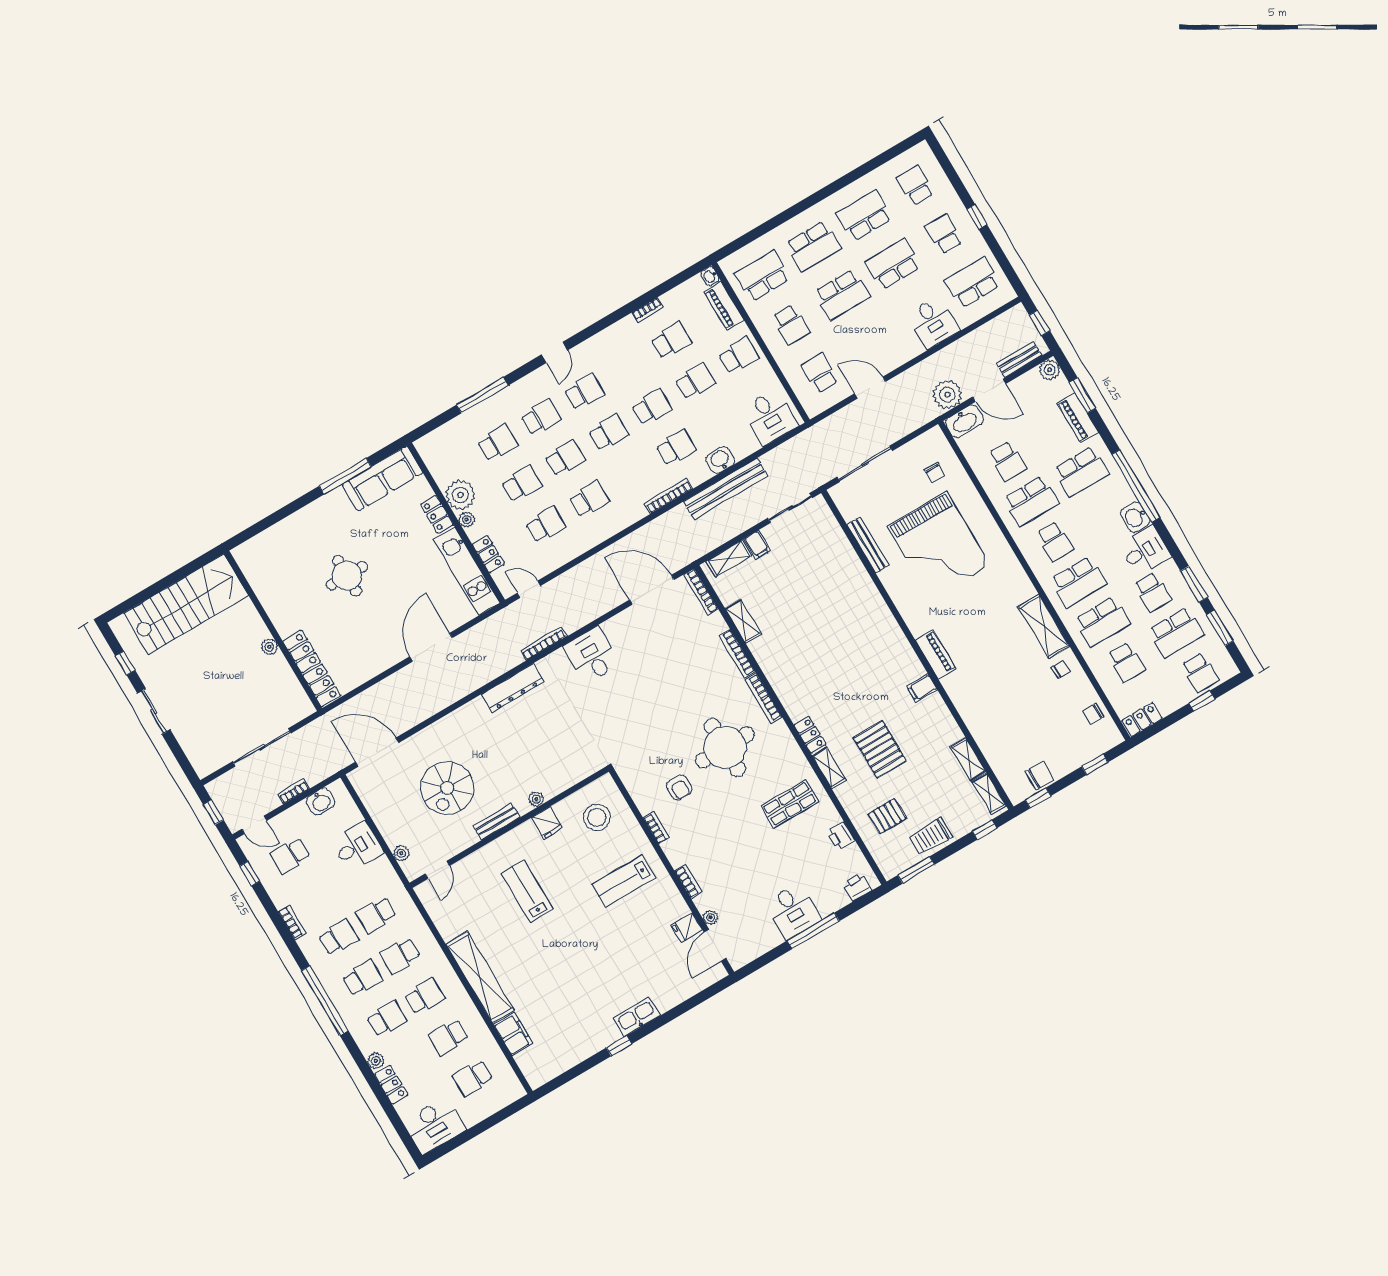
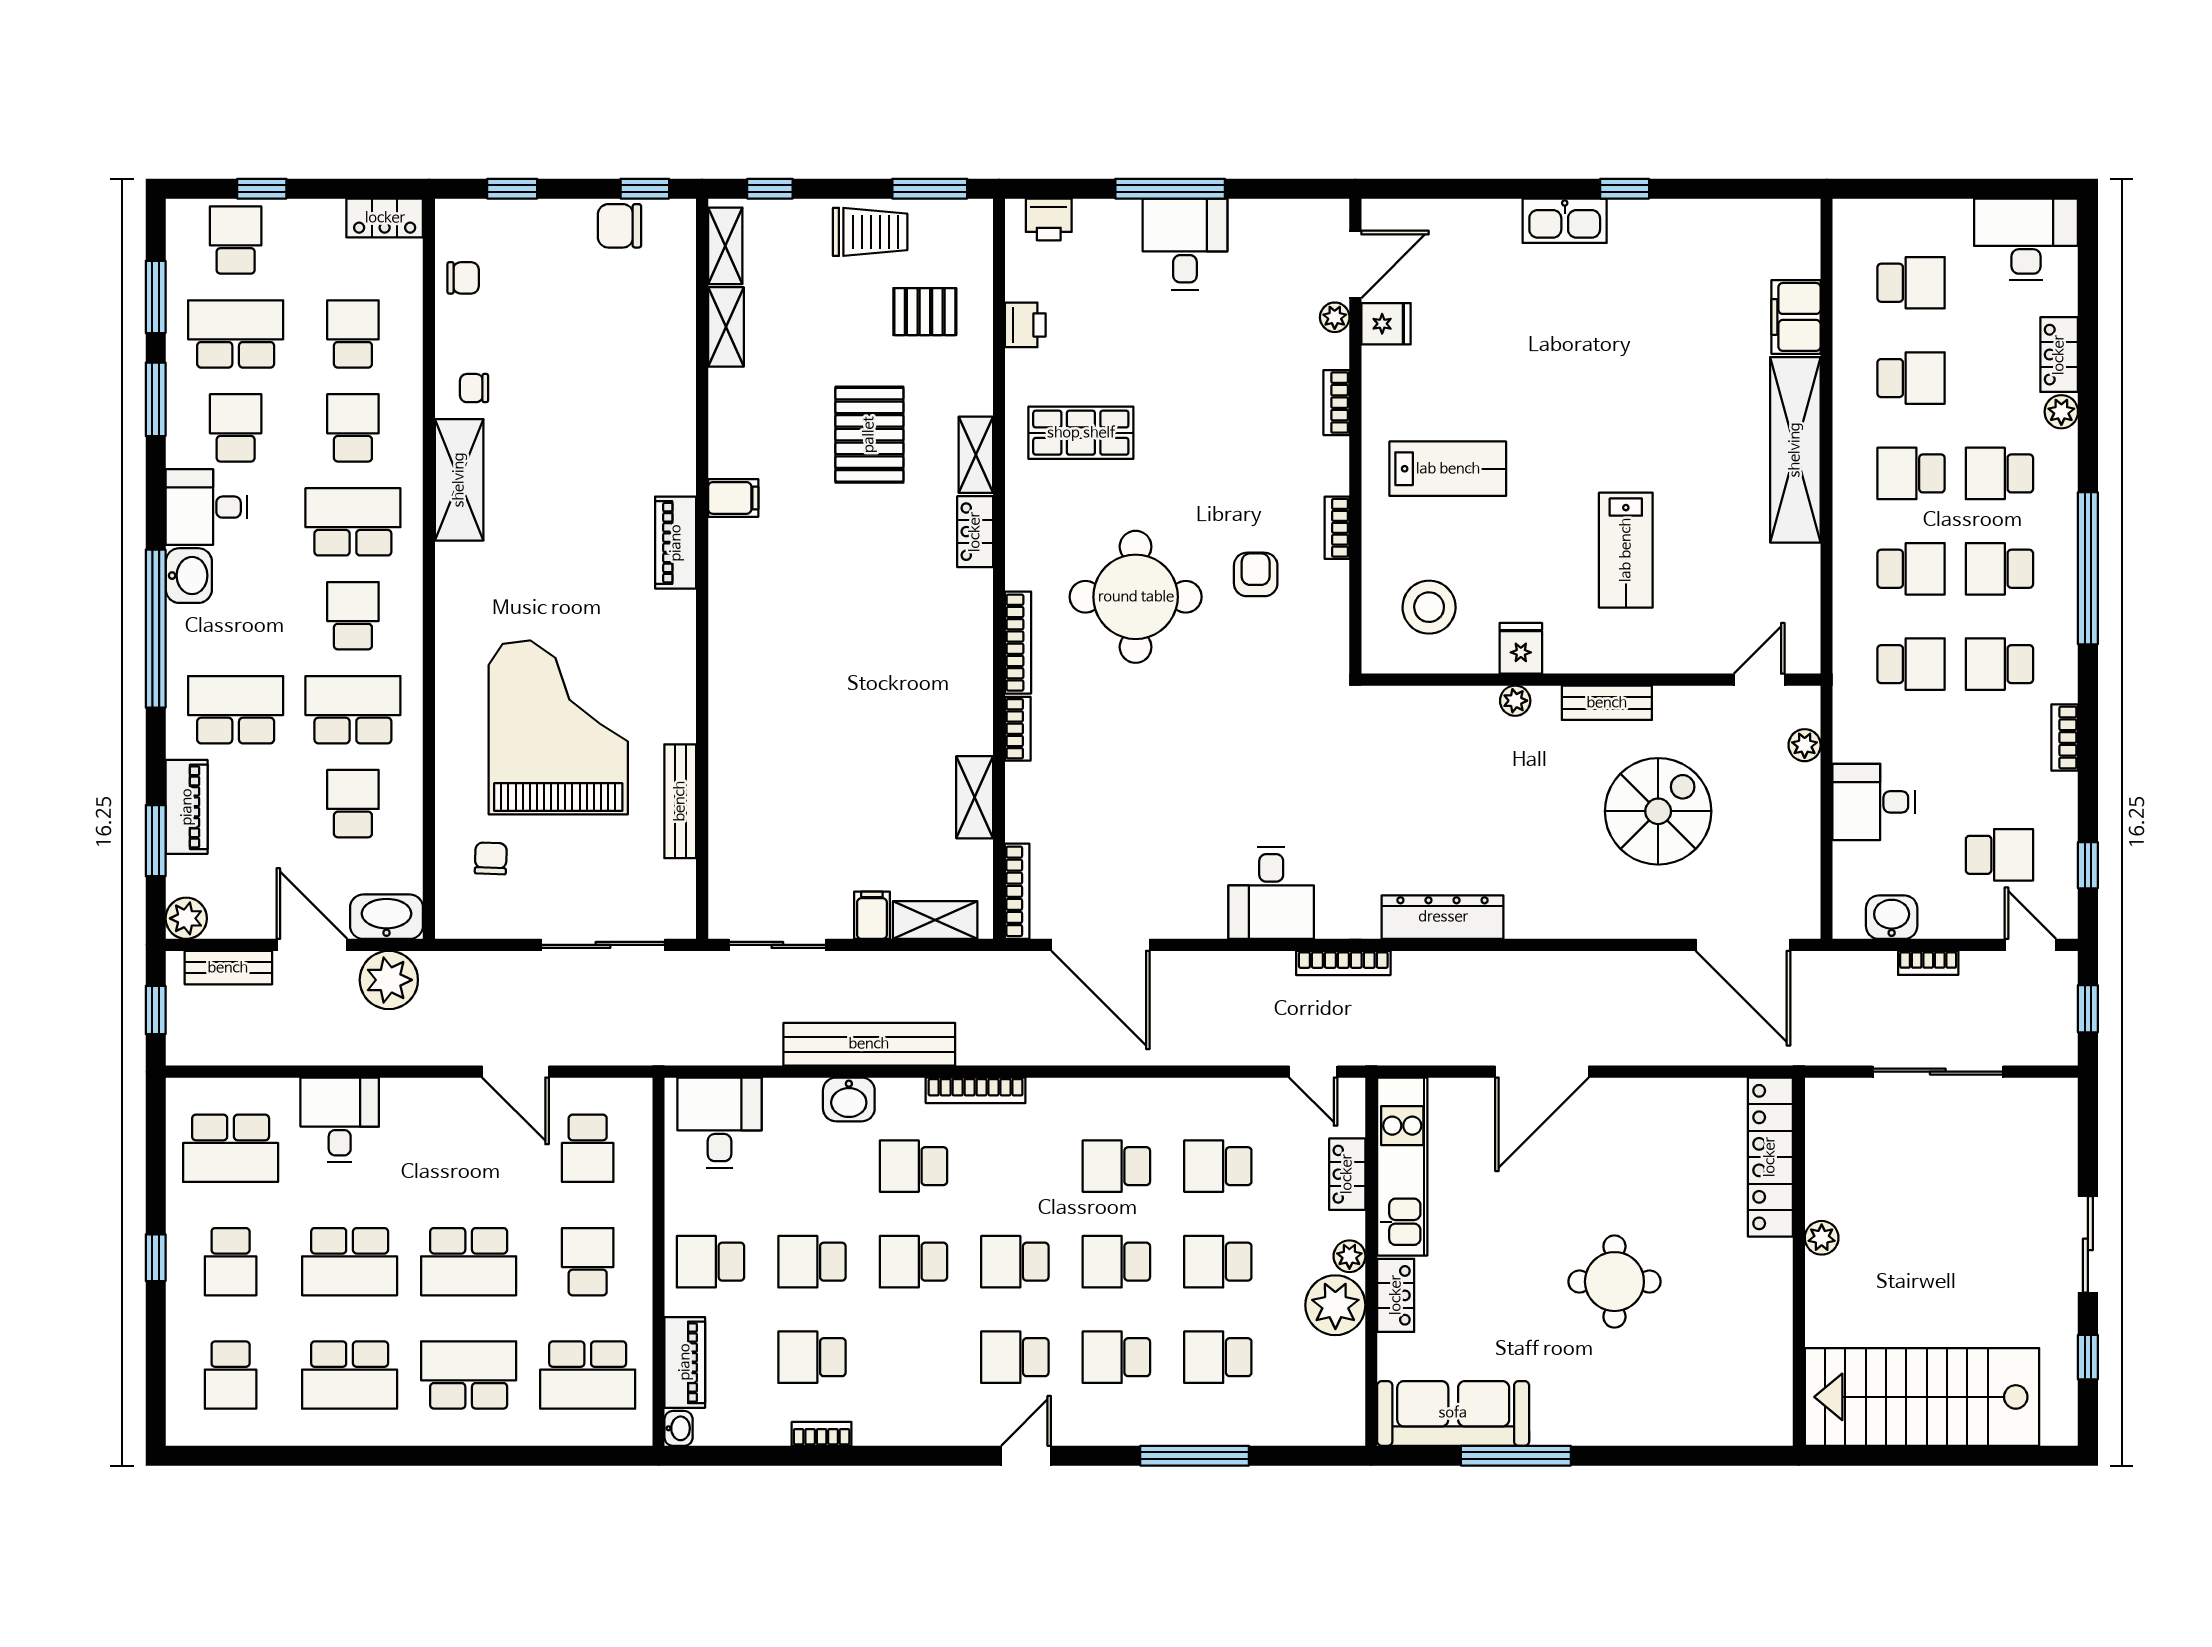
school desk: (842, 294) -> (469, 1262), turned 180
school desk: (1102, 622) -> (353, 428), width x0.54
bookcase: (737, 654) -> (1018, 729), width x0.64

